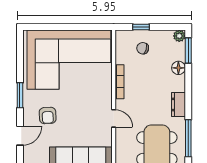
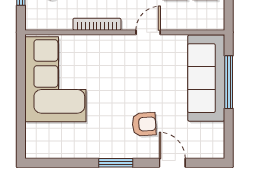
corner sofa: (69, 60) -> (55, 79), width x0.73, depth x0.74

